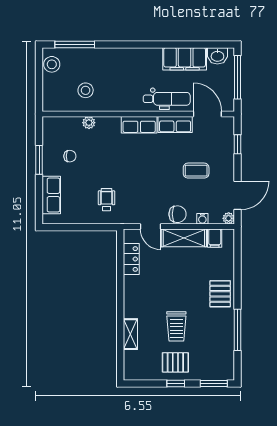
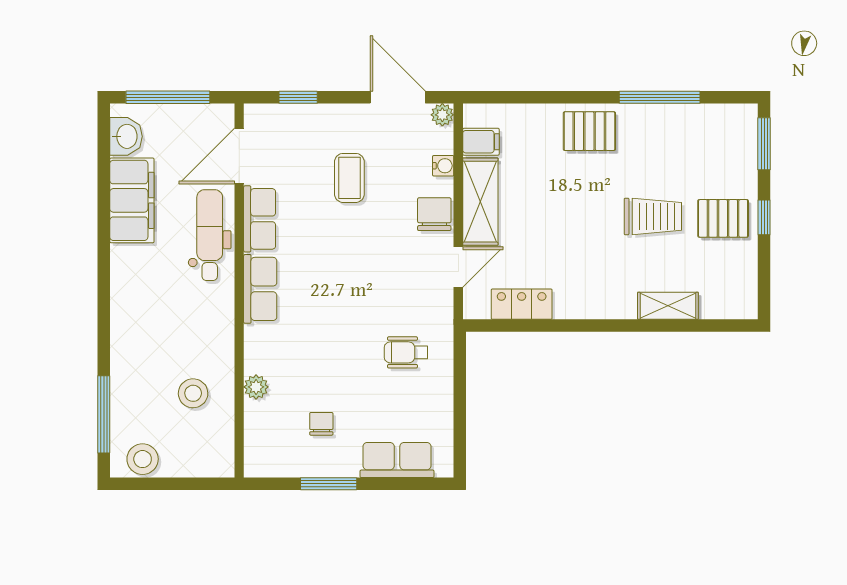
pallet: (175, 362) -> (723, 218), turned 90

